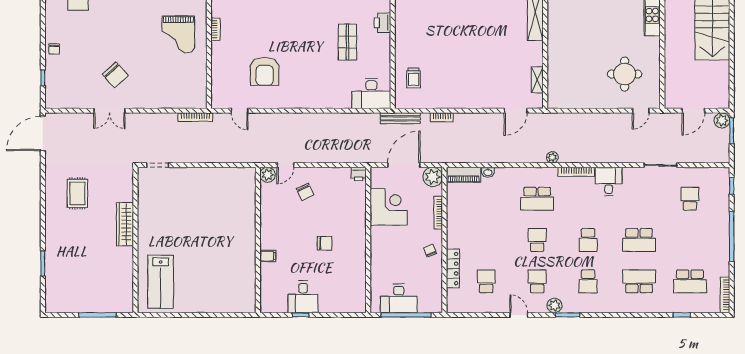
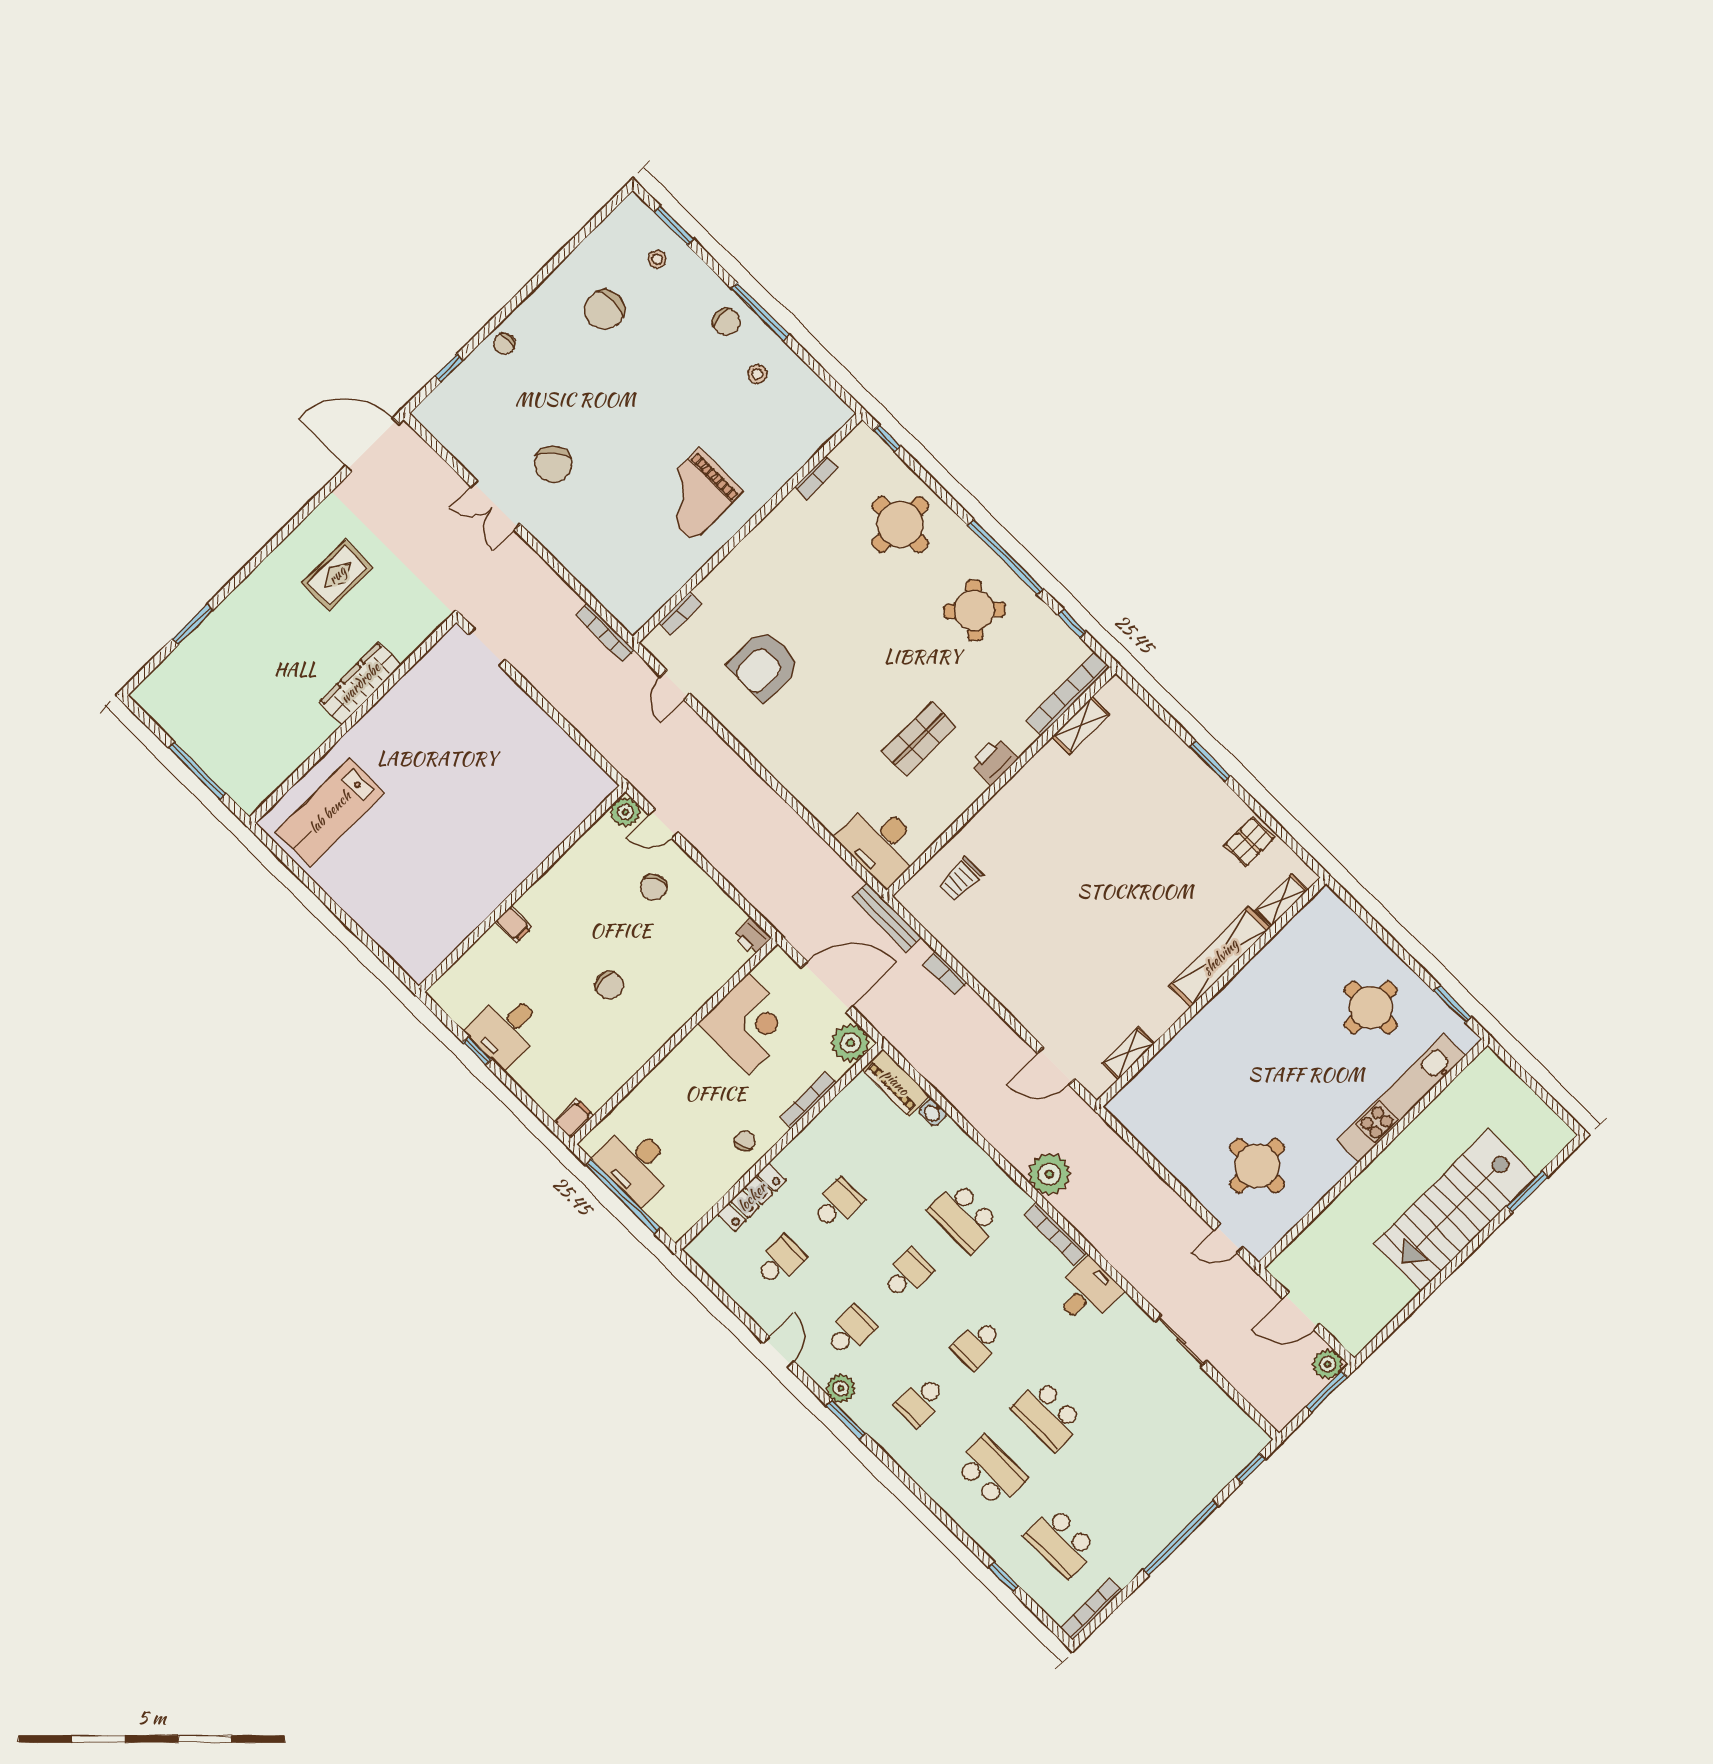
bookcase: (215, 29) -> (680, 613), moved
plant: (552, 157) -> (1049, 1174), width x1.87, depth x1.87
school desk: (690, 199) -> (837, 1204), moved
filing cabinet: (360, 304) -> (574, 1118), added

